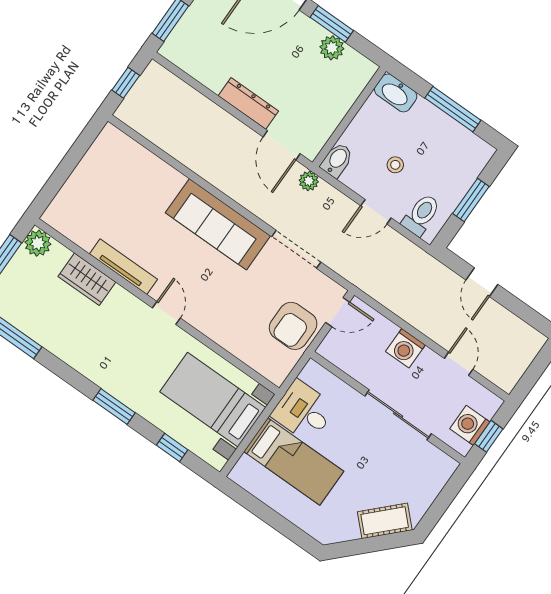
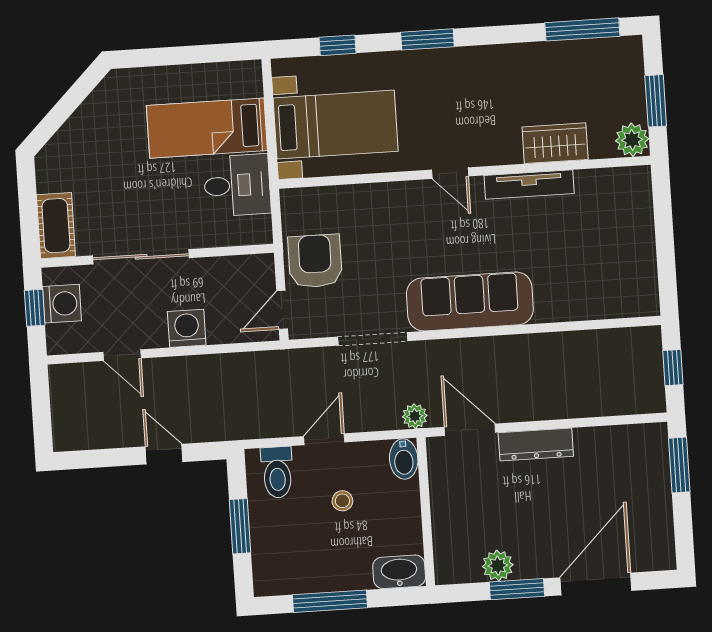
cot: (385, 521) -> (56, 226), moved, turned -45

